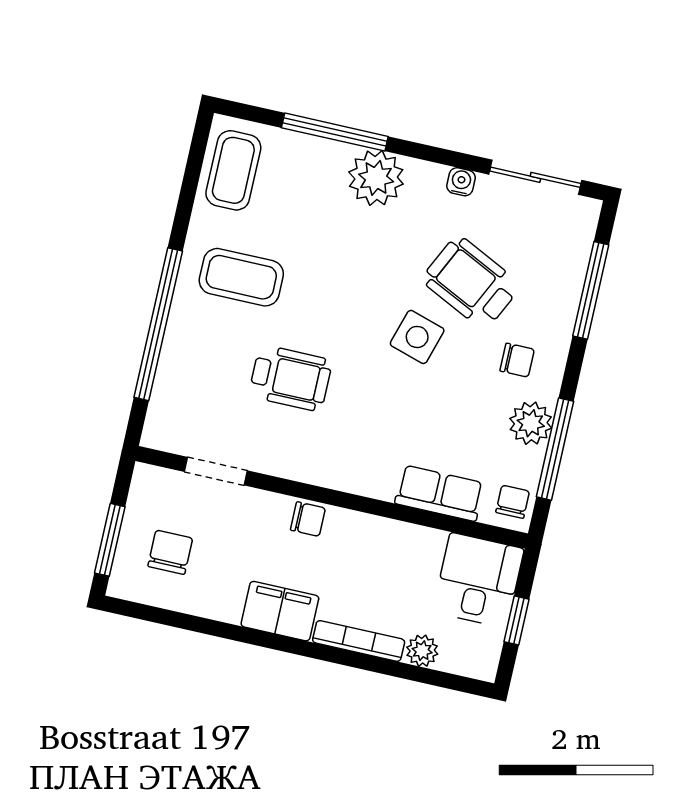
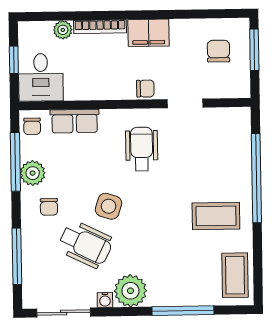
plant: (376, 178) -> (130, 291), moved
chair: (517, 360) -> (49, 207), turned -90
wheelchair: (290, 378) -> (142, 149), moved, turned 90
doorway: (216, 471) -> (185, 103), moved
chair: (308, 519) -> (145, 89), turned 180
chair: (170, 552) -> (218, 51), turned 180

